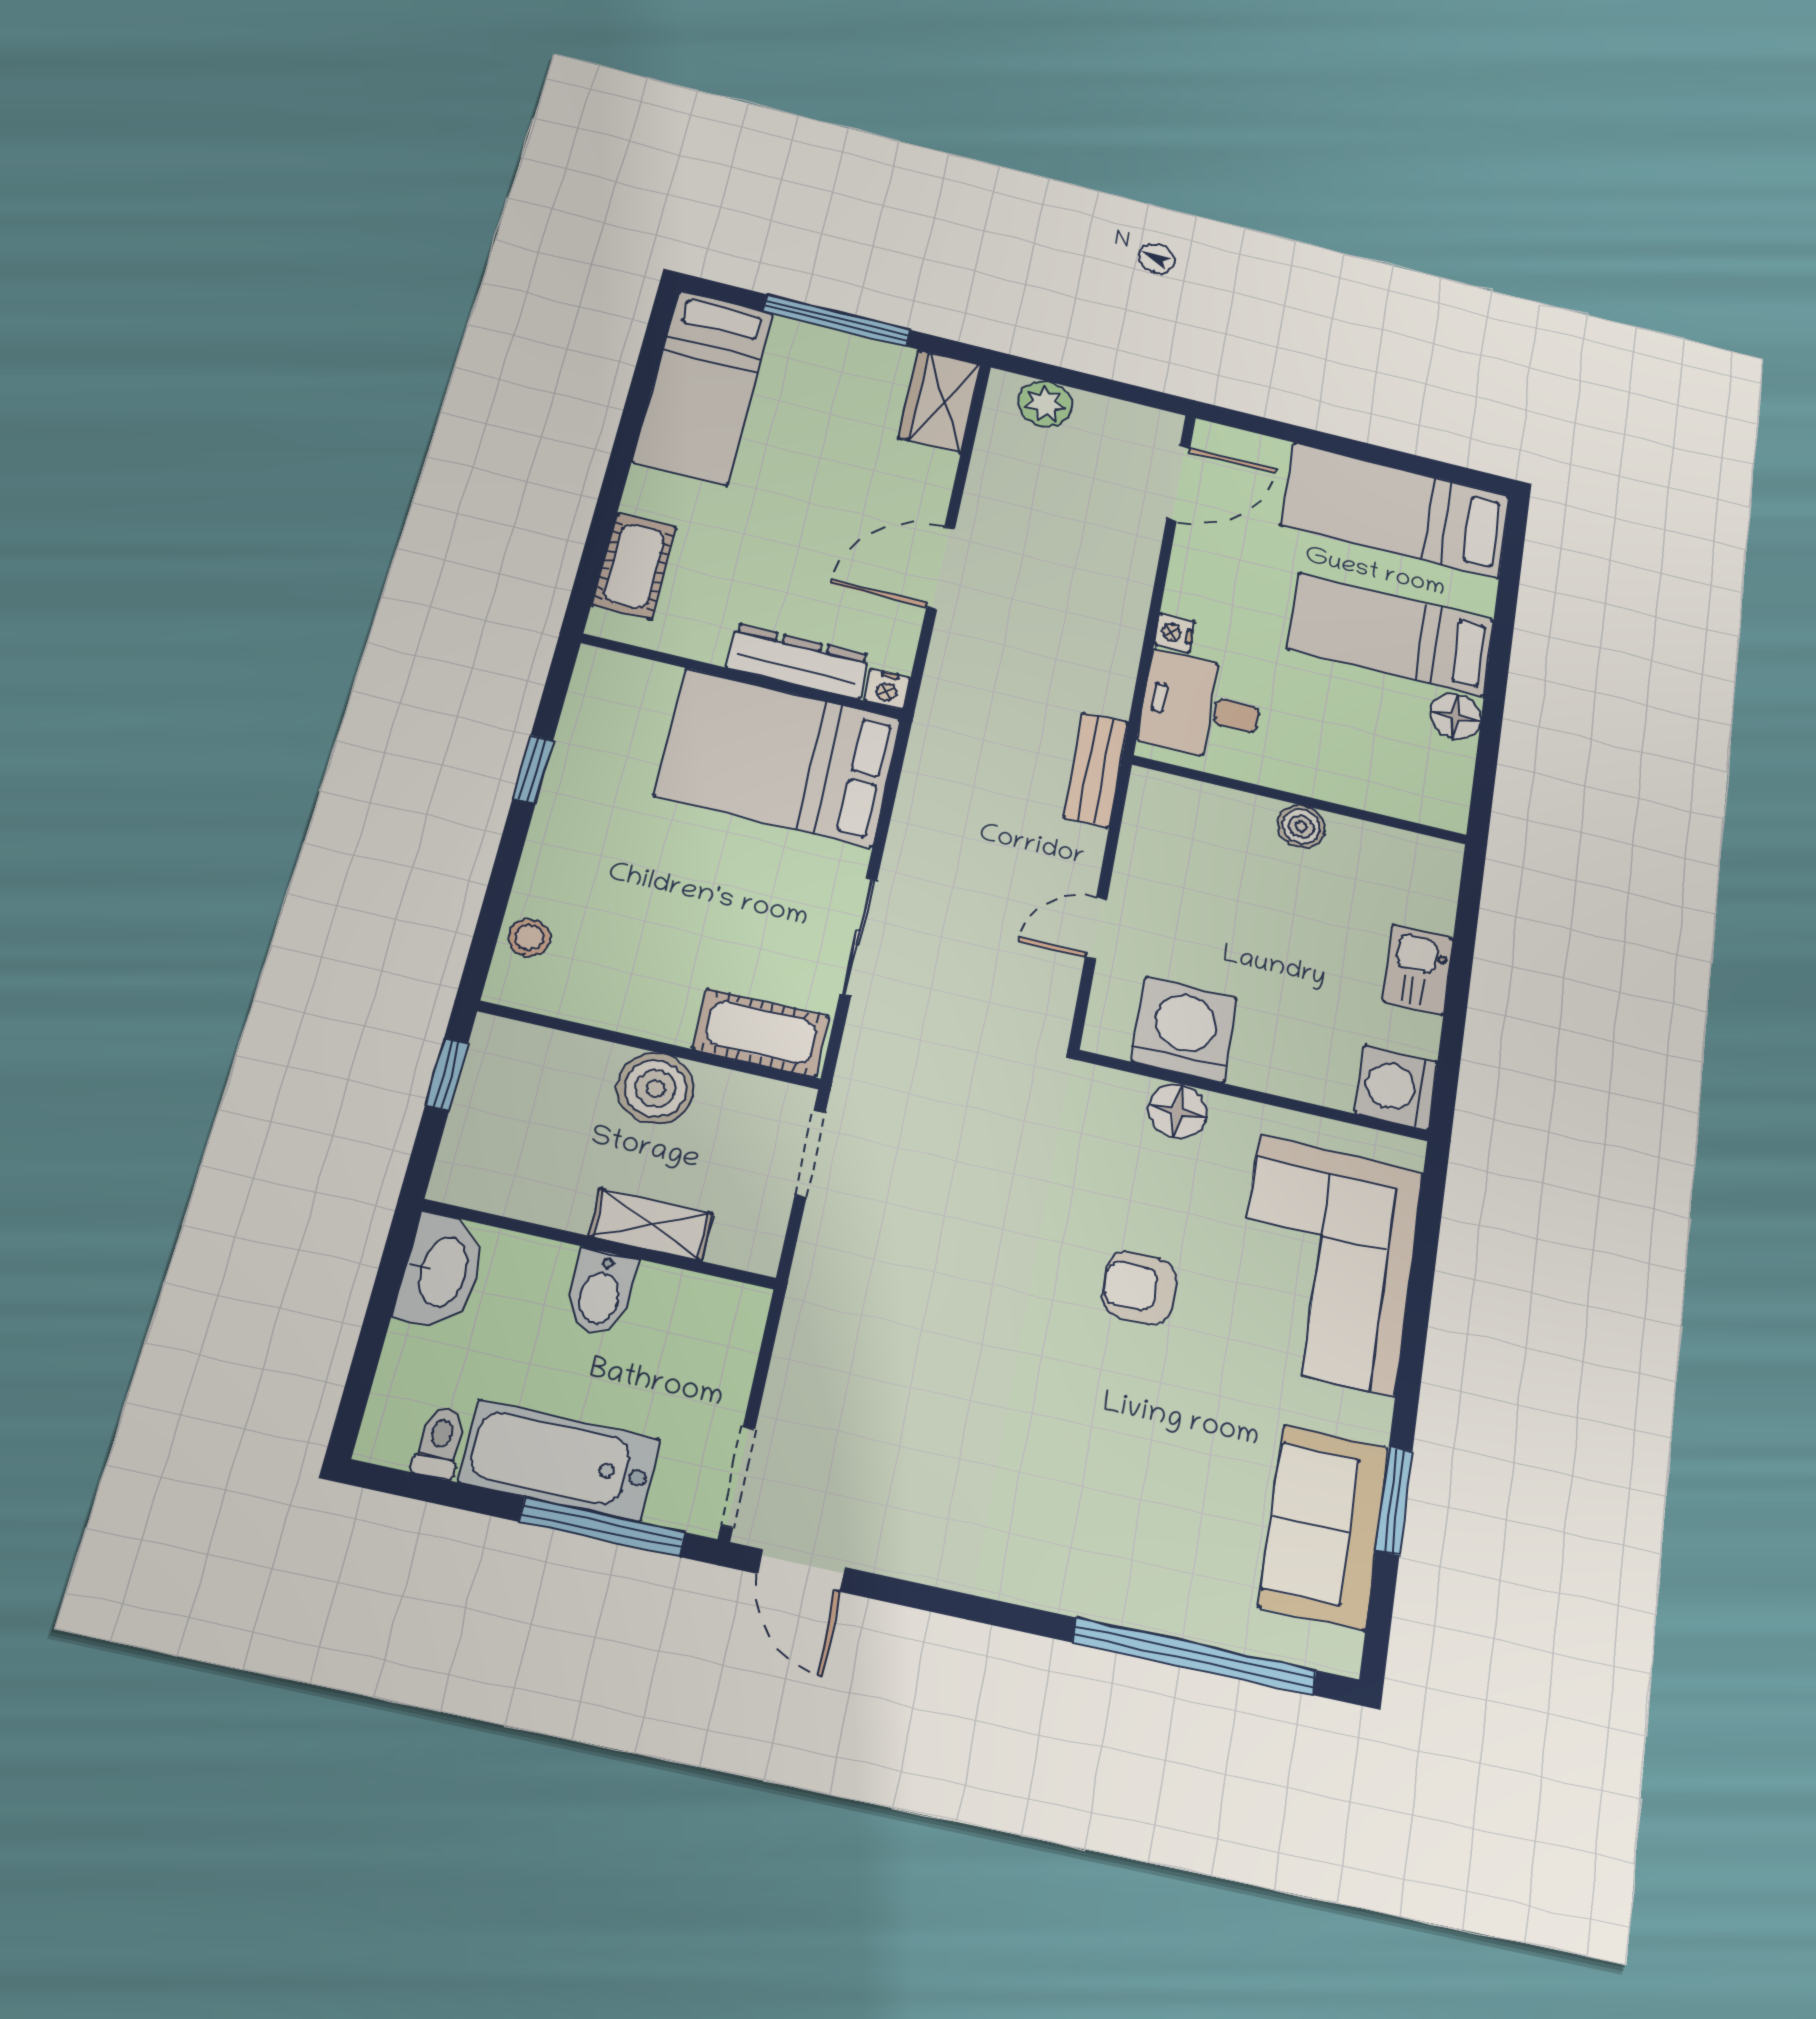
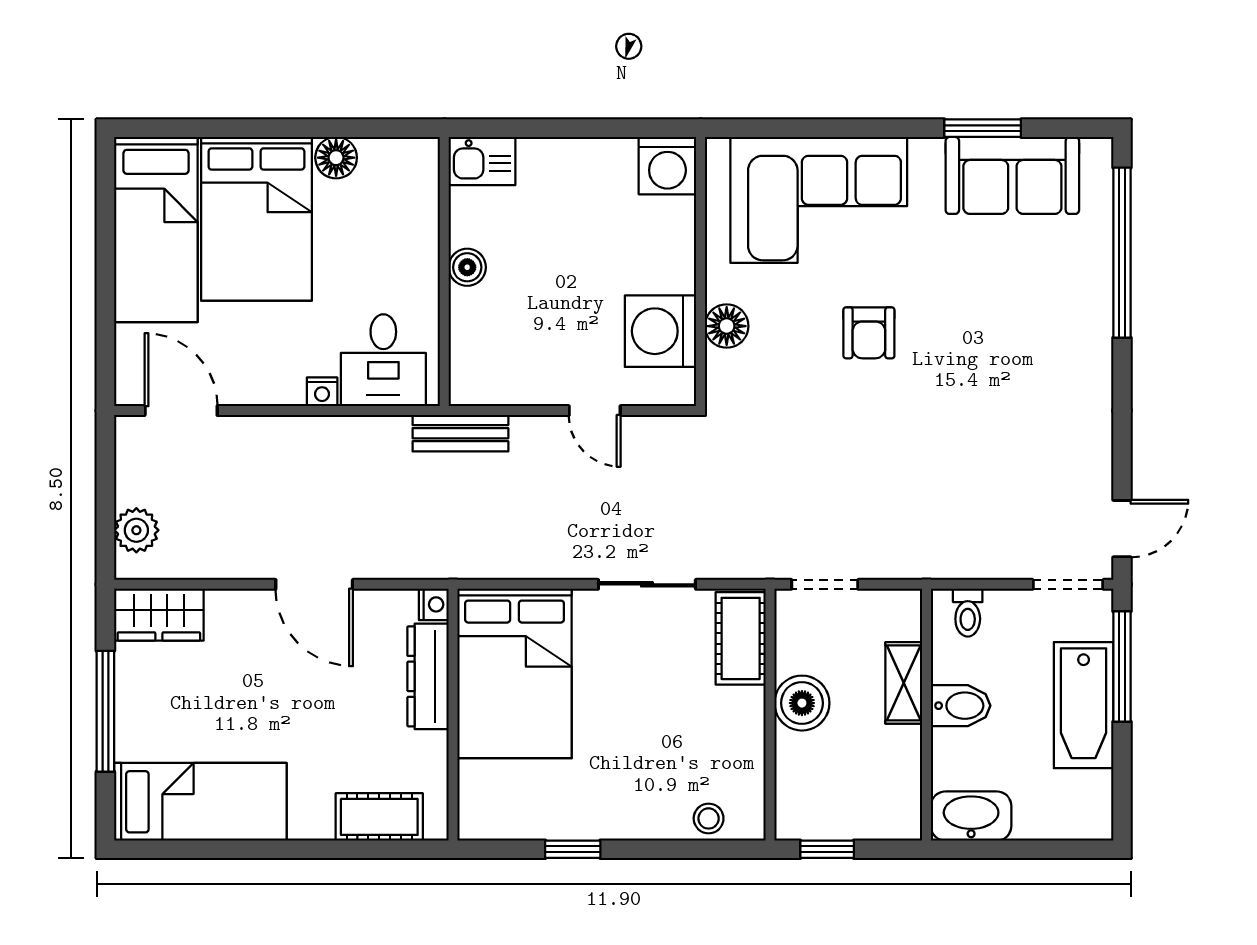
bed: (1391, 634) -> (256, 219), width x1.50
kitchen sink: (1418, 970) -> (482, 161), moved
toilet: (440, 1443) -> (968, 613), moved, turned -90

